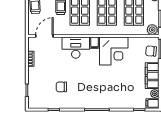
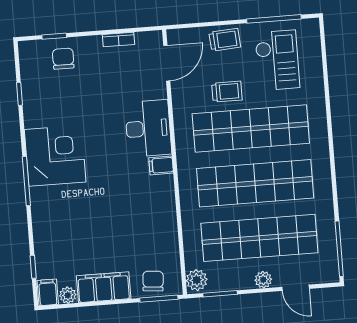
door: (44, 36) -> (167, 63), hinge flipped
corner desk: (114, 51) -> (55, 156), moved, turned 180
chair: (61, 87) -> (63, 59), moved

